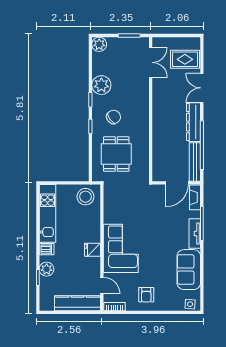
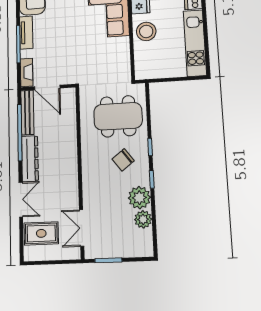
plant: (99, 44) -> (143, 219), moved
dining table: (116, 154) -> (118, 116), width x1.37
door: (177, 183) -> (47, 87), swing flipped
stool: (85, 197) -> (146, 31), moved

